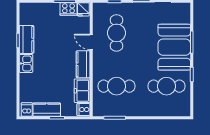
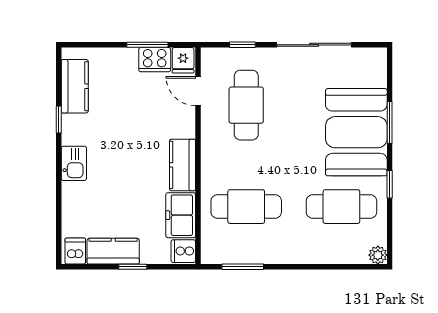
kitchen counter: (27, 39) -> (75, 86), moved
door: (91, 42) -> (198, 91), moved
plant: (186, 112) -> (378, 255), added

